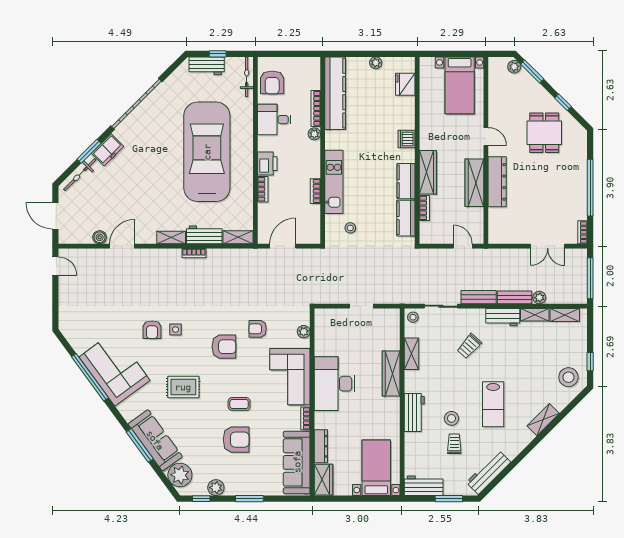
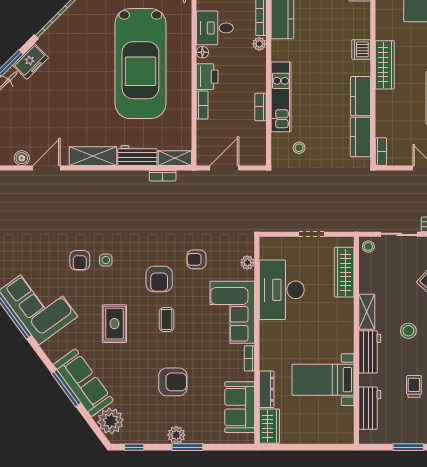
floor lamp: (263, 142) -> (202, 52), added
car: (207, 152) -> (140, 64), turned 180
wardrobe: (428, 172) -> (385, 65), moved
bookcase: (424, 208) -> (381, 152), moved
shelving: (171, 238) -> (93, 156), width x1.50, depth x1.33
bookcase: (194, 253) -> (163, 176), moved
armchair: (224, 347) -> (159, 279), turned 90
shelving: (412, 354) -> (367, 312), moved
wardrobe: (391, 374) -> (344, 272), moved
desk: (335, 384) -> (282, 290), moved
rug: (183, 387) -> (114, 324), turned 90
coffee table: (239, 404) -> (166, 320), moved, turned 90
stool: (451, 418) -> (408, 331), moved
sofa: (297, 462) -> (240, 407), width x0.73
bed with nightstands: (376, 468) -> (323, 380), moved, turned -90
workbench: (424, 486) -> (370, 408), moved, turned 90
plant: (216, 488) -> (176, 435), moved

